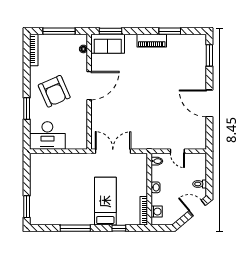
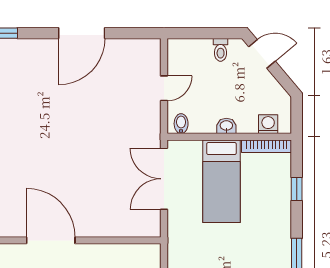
double door: (113, 151) -> (164, 179), moved
bed: (105, 201) -> (221, 181), moved, turned -90
door: (197, 208) -> (262, 54), swing flipped

